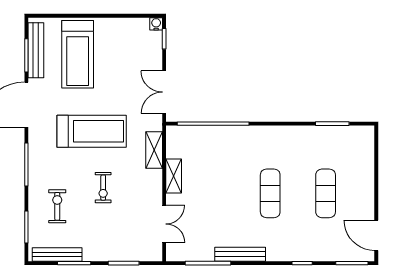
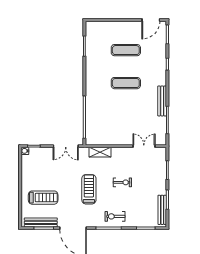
treadmill: (78, 54) -> (43, 198), width x0.73, depth x0.73
treadmill: (92, 131) -> (89, 189), width x0.73, depth x0.73
shelving: (174, 176) -> (116, 140), removed
exercise bike: (57, 206) -> (115, 216), moved

